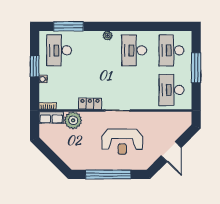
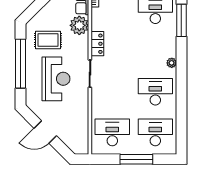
reception desk: (122, 142) -> (56, 79), turned 180
rug: (87, 149) -> (48, 40), added

